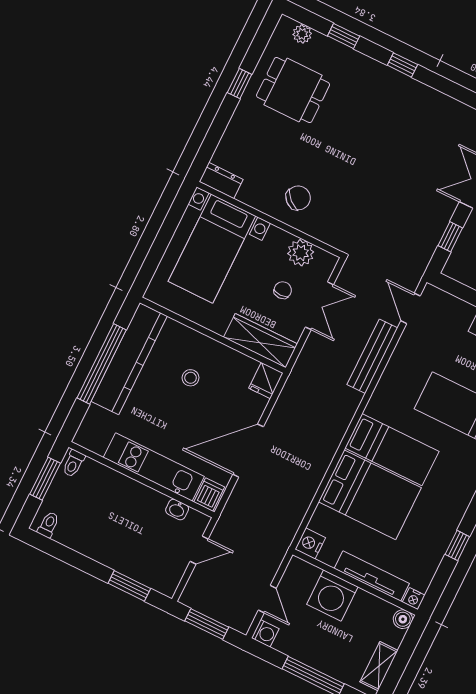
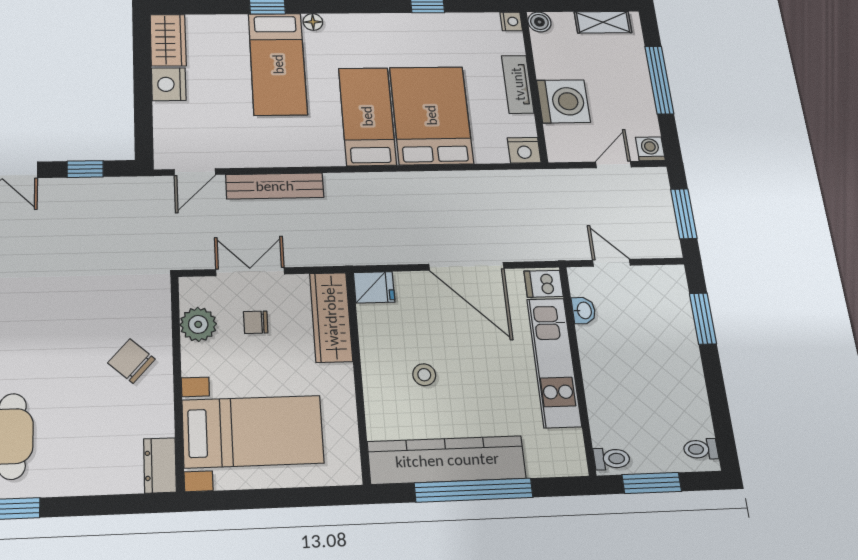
tv unit: (372, 576) -> (518, 84), width x0.71

